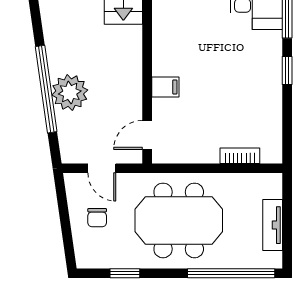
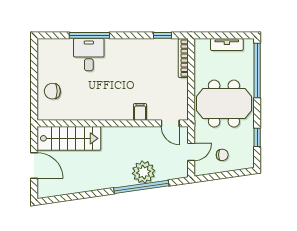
window: (287, 71) -> (163, 35), moved
bookcase: (240, 156) -> (183, 58), width x1.56
meeting table: (179, 220) -> (224, 104), turned 90

